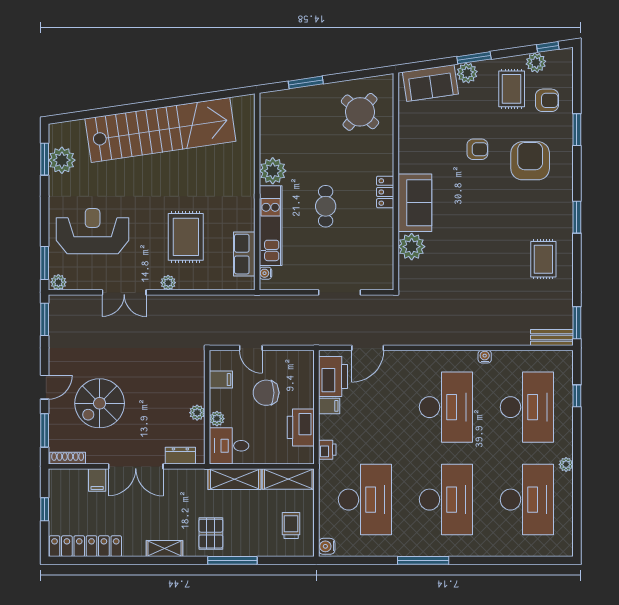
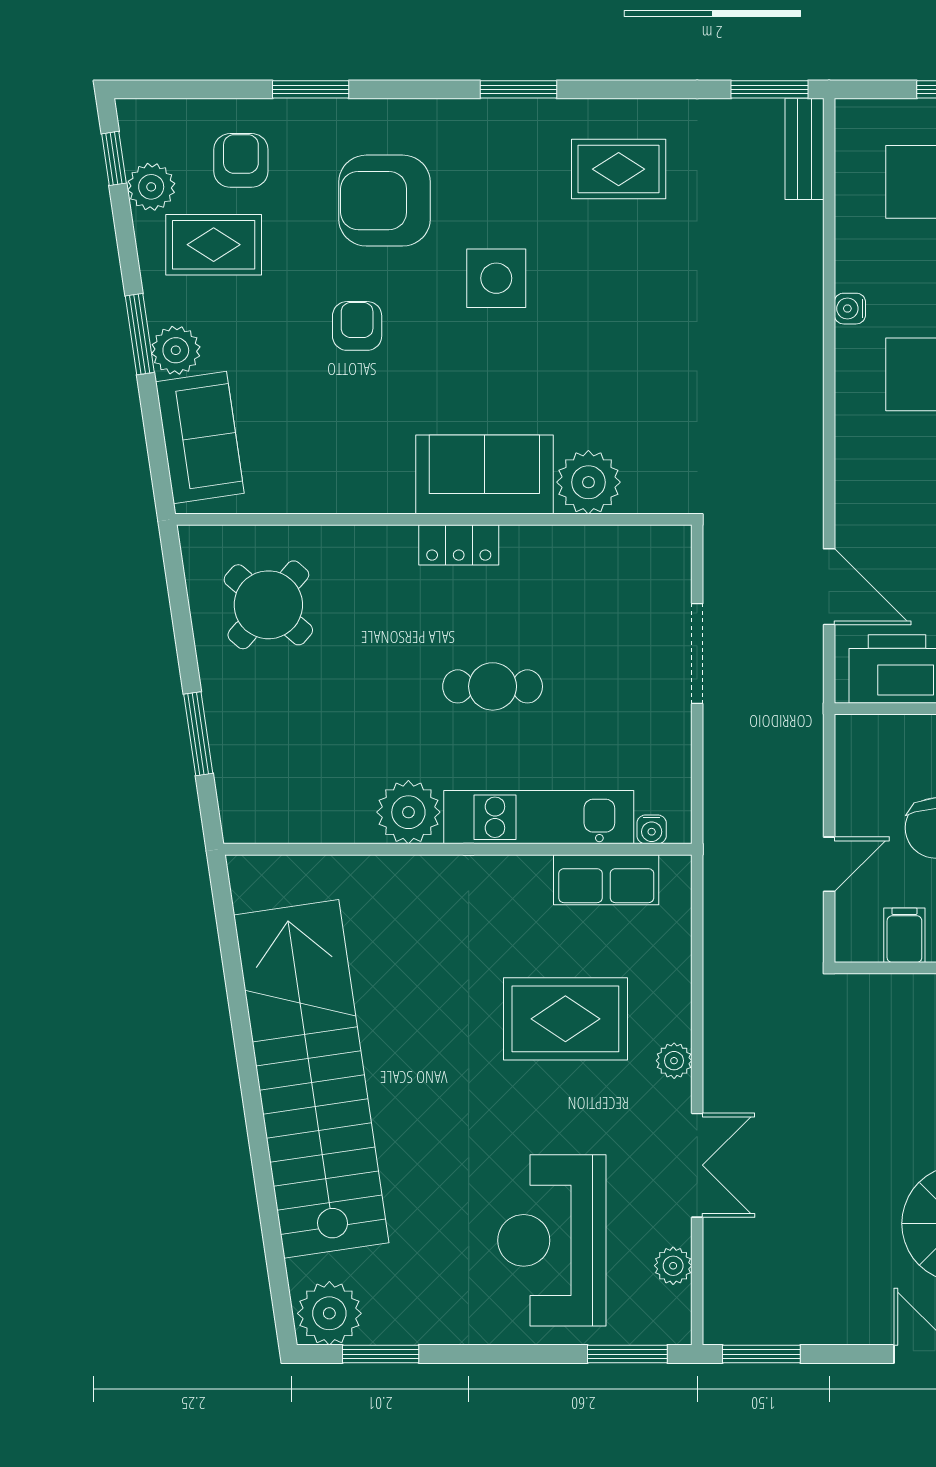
plant: (62, 160) -> (329, 1313), moved
side table: (497, 208) -> (496, 278), added
plant: (58, 282) -> (673, 1266), moved

